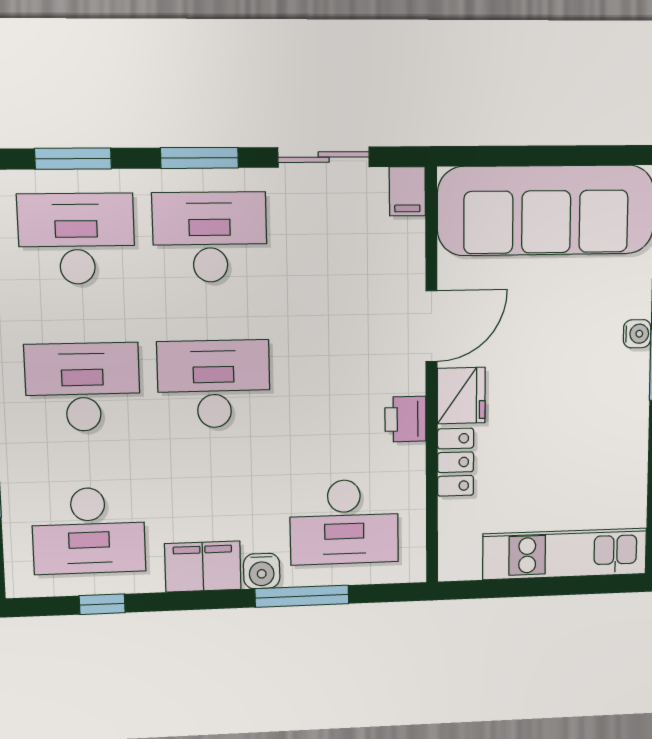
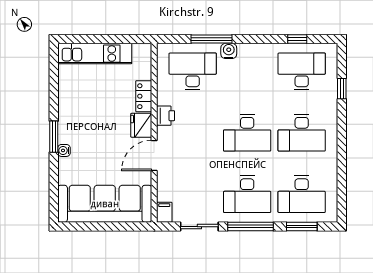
window: (199, 158) -> (251, 227), width x1.44
filing cabinet: (203, 567) -> (254, 54), removed

